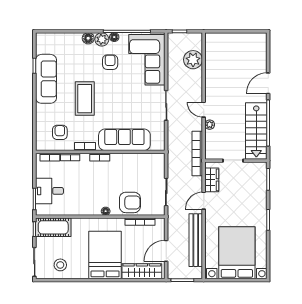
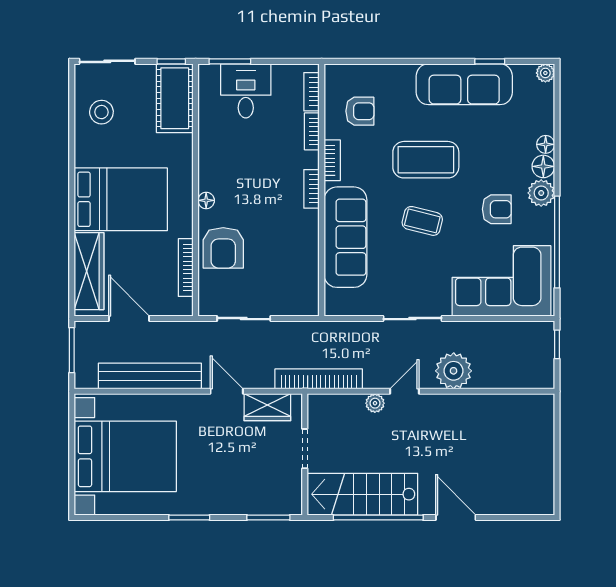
plant: (40, 37) -> (545, 73), added
floor lamp: (114, 37) -> (546, 144), moved
plant: (193, 60) -> (454, 371), moved
coffee table: (116, 100) -> (422, 221), added

